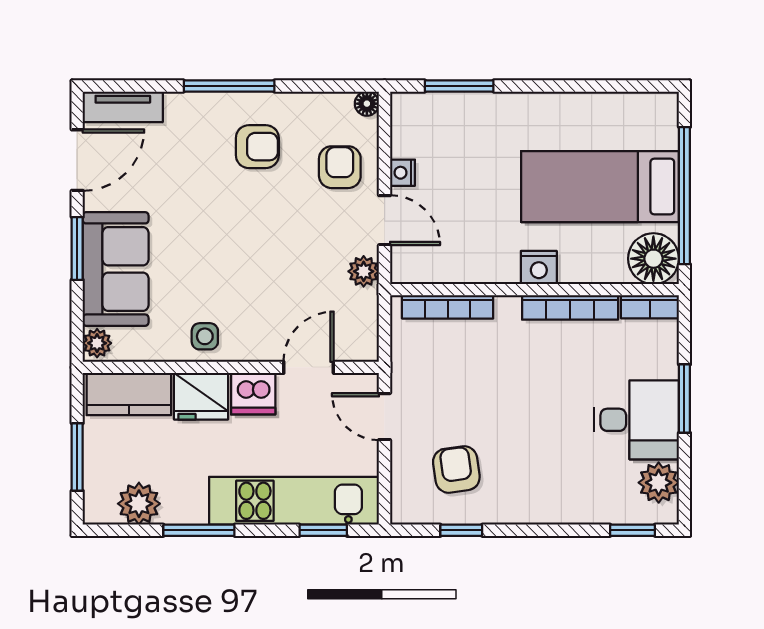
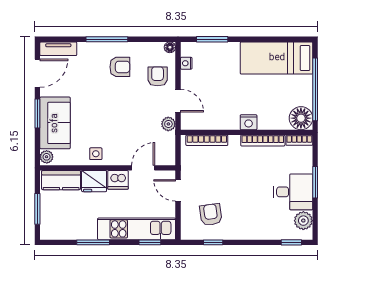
nightstand: (402, 173) -> (186, 63), moved
bed: (600, 187) -> (277, 58), moved
plant: (139, 504) -> (66, 230), removed

